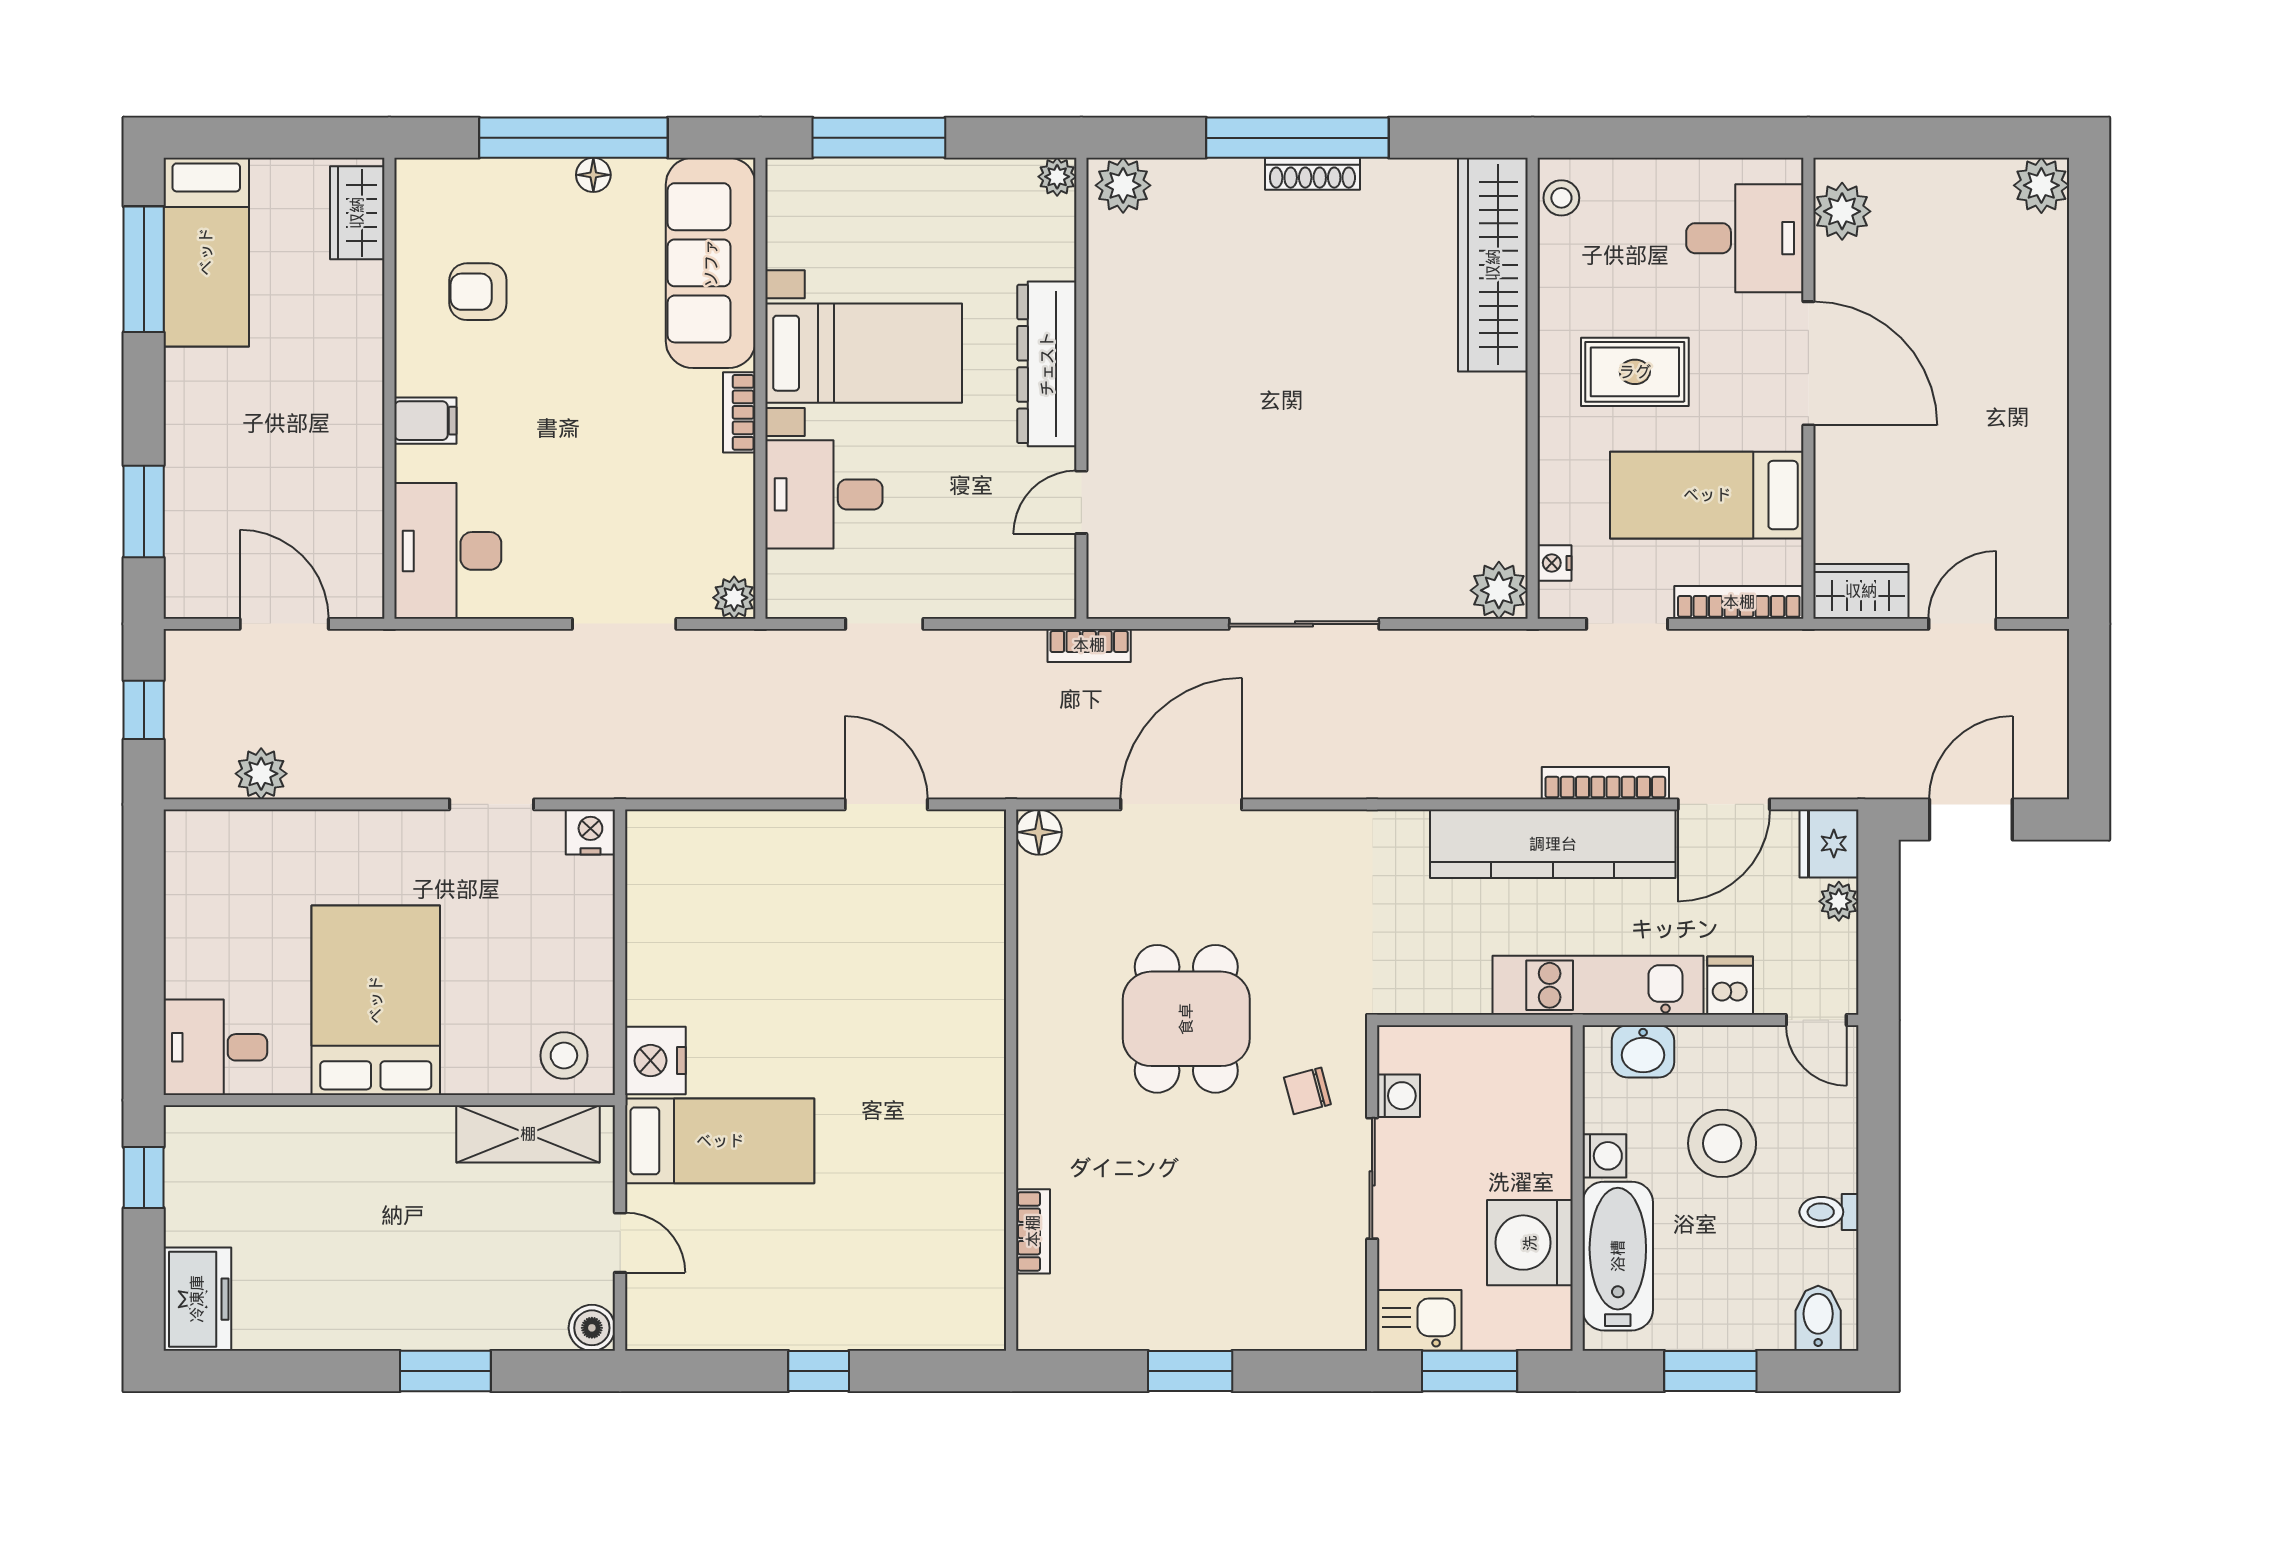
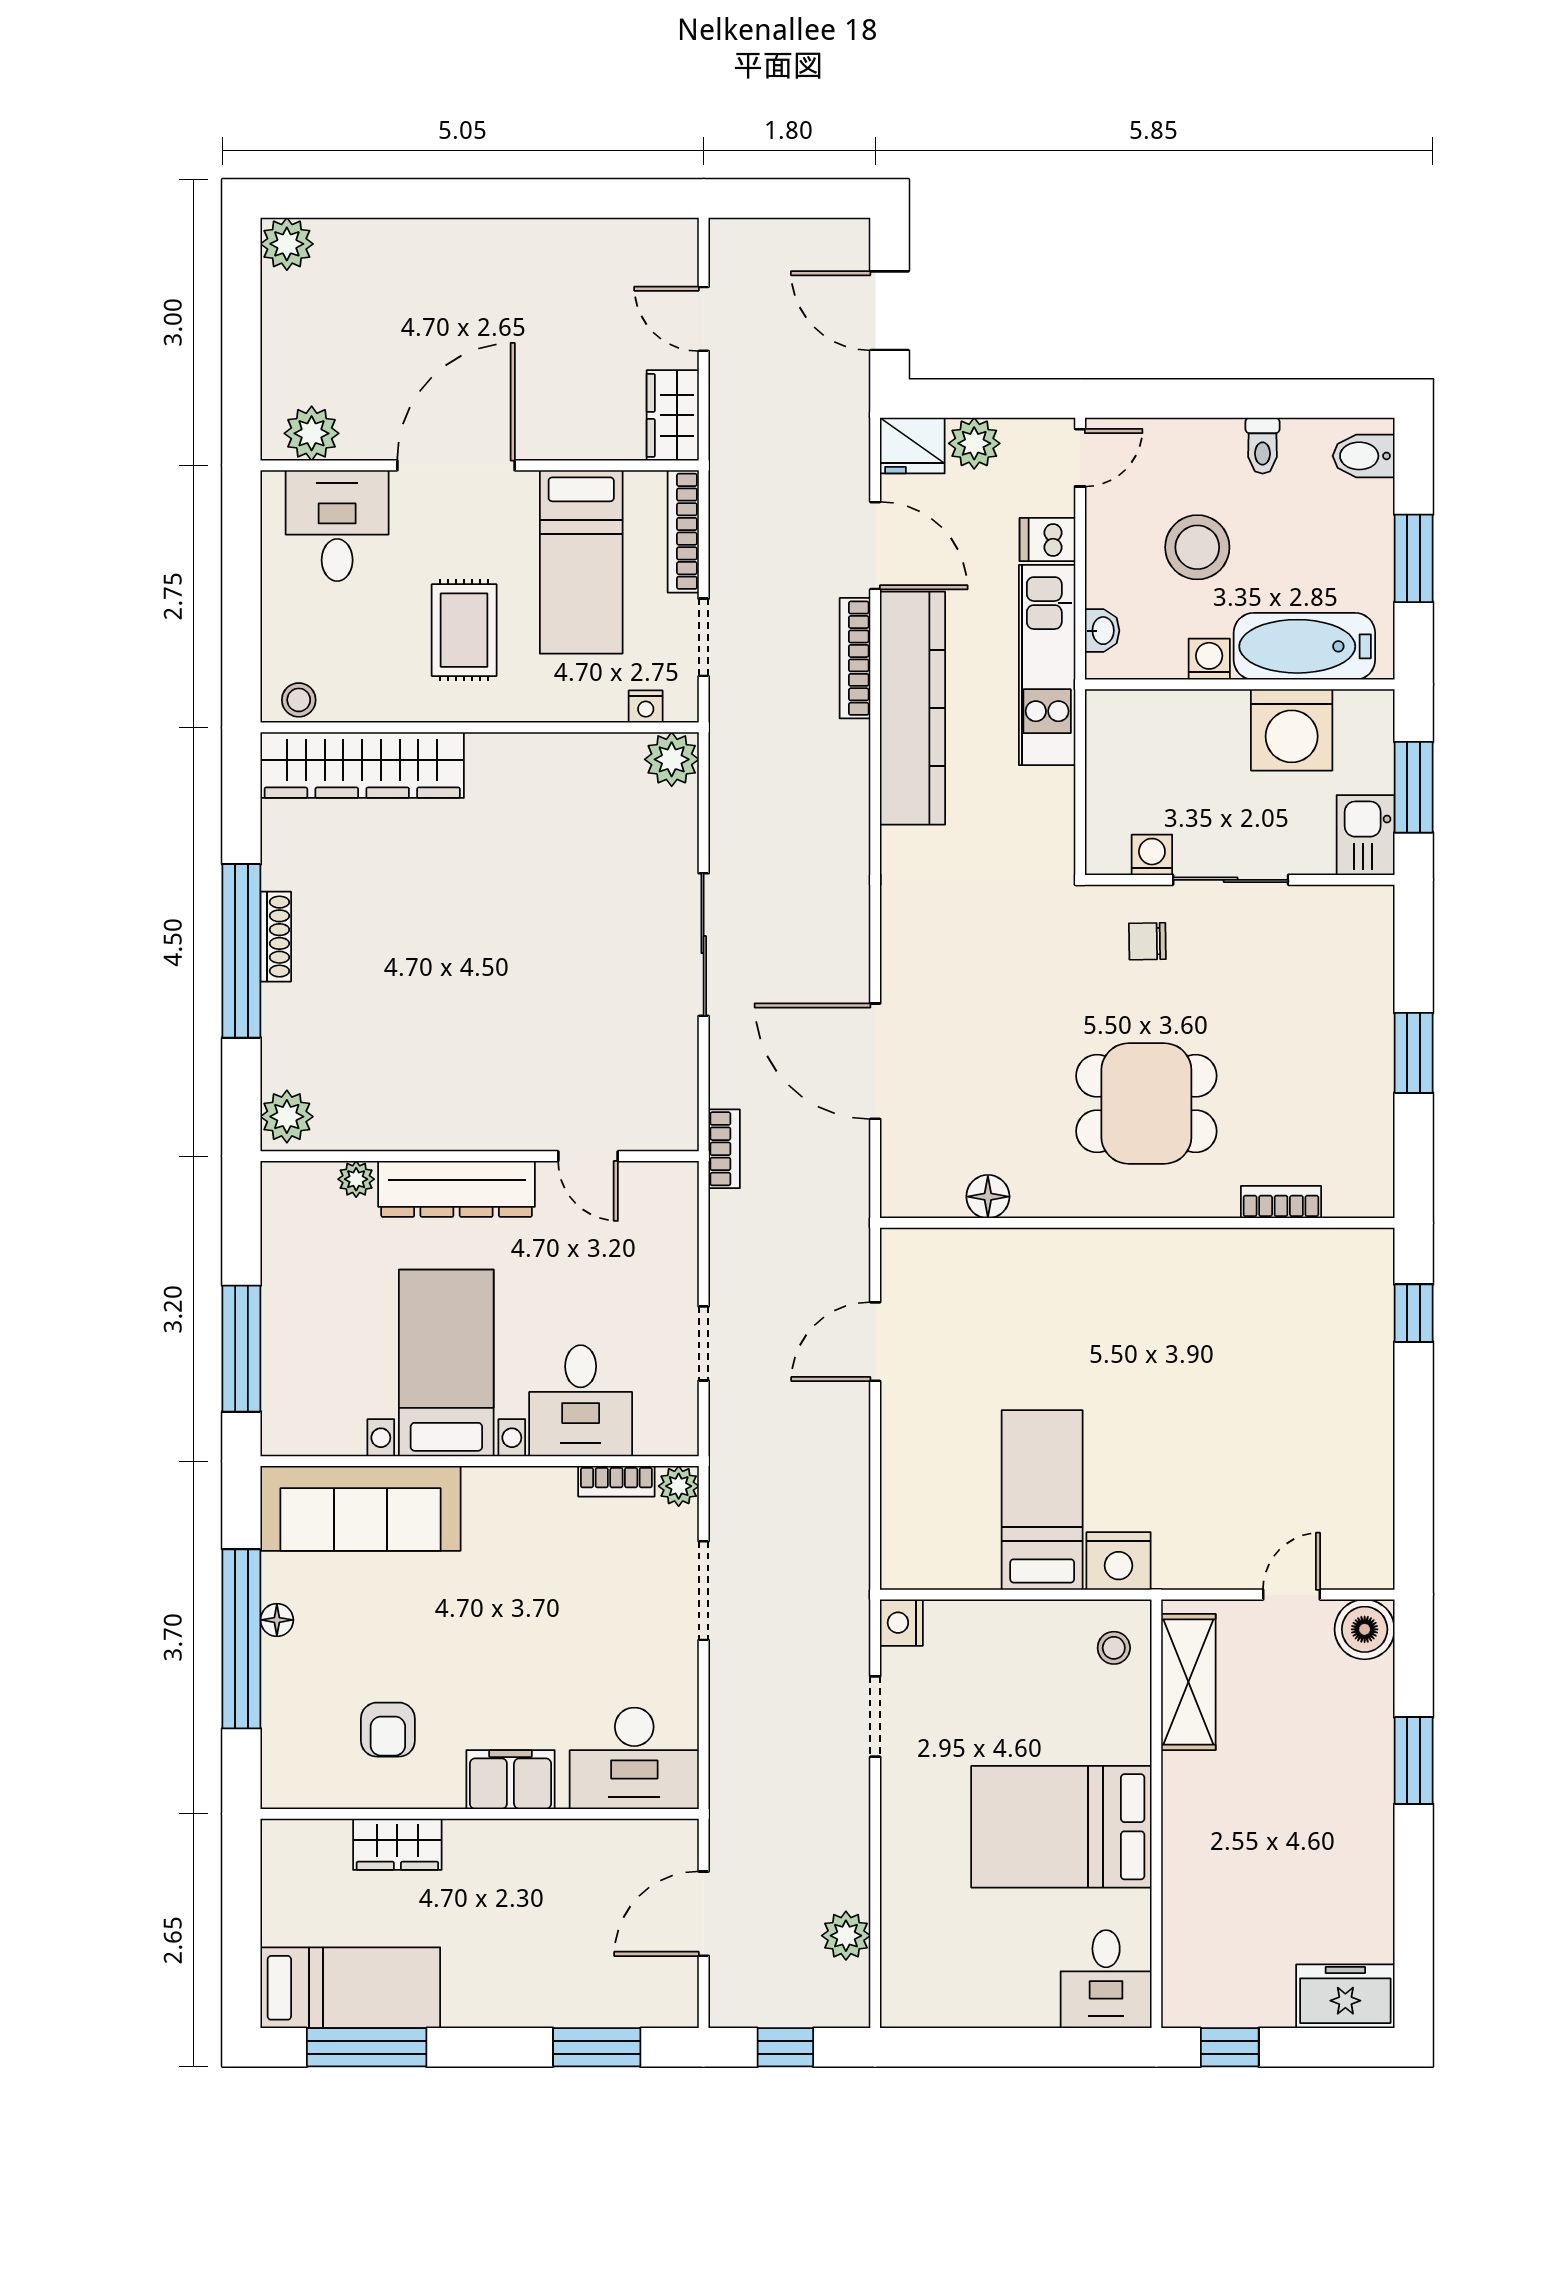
plant: (1057, 177) -> (356, 1179), moved
wardrobe: (357, 213) -> (397, 1844), moved
bookcase: (739, 412) -> (616, 1481), moved
filing cabinet: (425, 421) -> (510, 1780), width x2.00
floor lamp: (1039, 832) -> (988, 1197), moved
plant: (1839, 901) -> (974, 443), width x1.38, depth x1.38
dining table: (1186, 1019) -> (1146, 1104), moved
washbasin: (1643, 1051) -> (1102, 631), width x0.72, depth x0.69
stool: (564, 1056) -> (1114, 1648), width x0.73, depth x0.73
chair: (1307, 1091) -> (1147, 941), turned 104
bed: (720, 1141) -> (1042, 1500), moved
boiler: (592, 1328) -> (1365, 1629), width x1.36, depth x1.36
window: (819, 1371) -> (1414, 1313), moved

